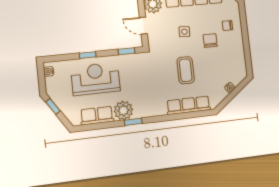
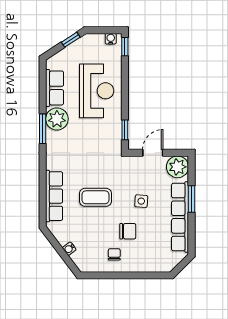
chair: (227, 26) -> (114, 254), moved
window: (88, 55) -> (125, 47), moved
window: (133, 122) -> (43, 129), width x1.50

